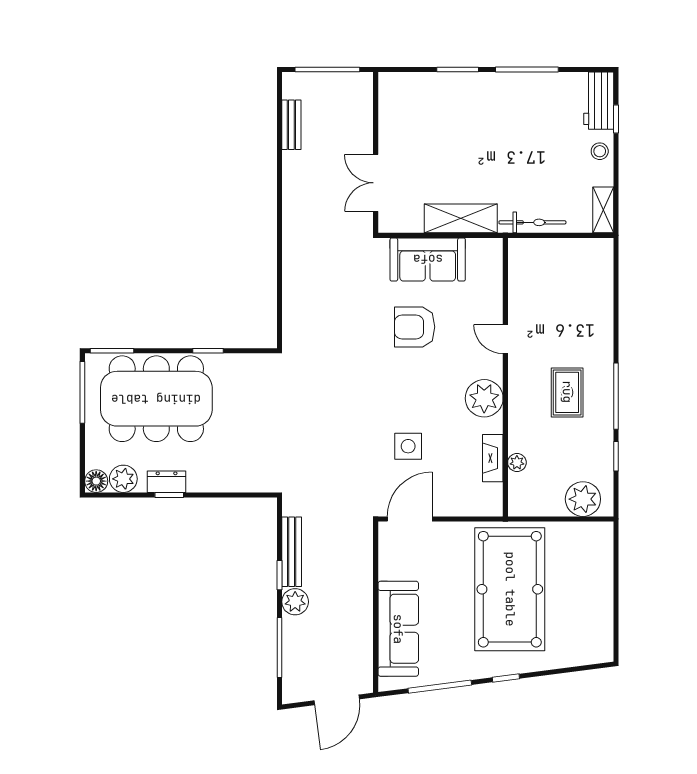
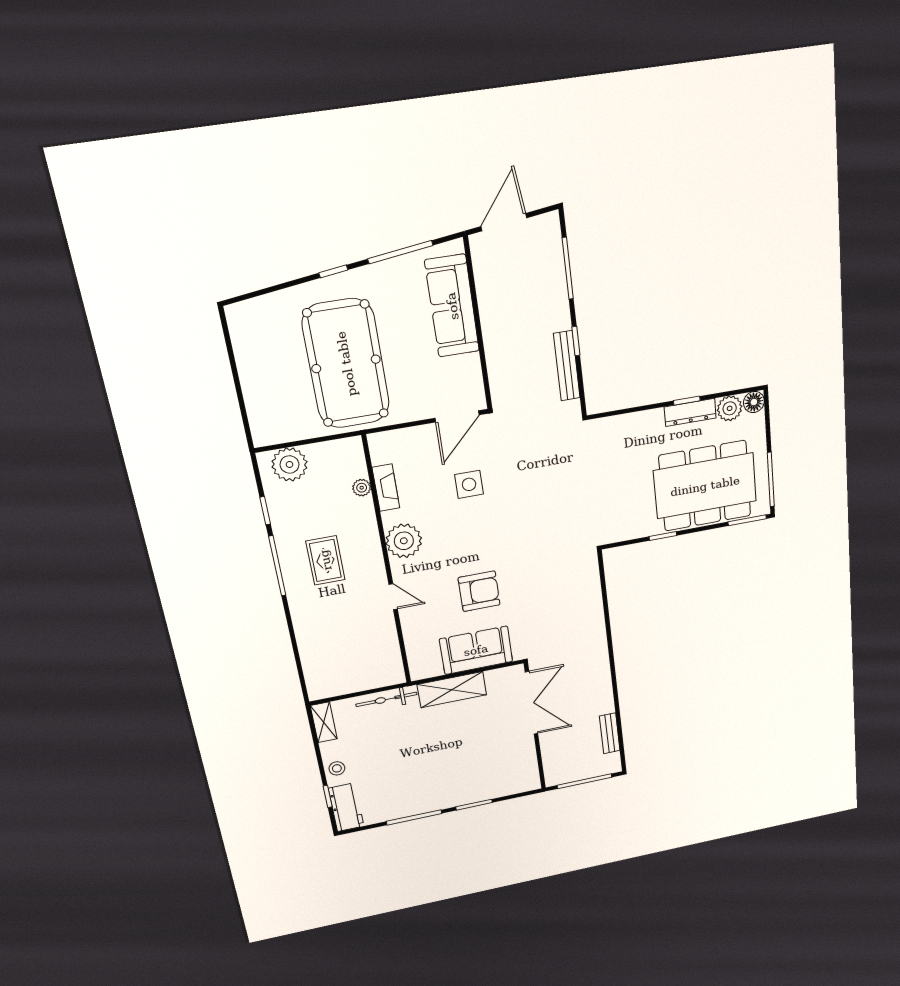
double door: (376, 183) -> (532, 703), width x1.37
dresser: (167, 482) -> (690, 412), width x1.44
plant: (295, 602) -> (558, 317), removed

